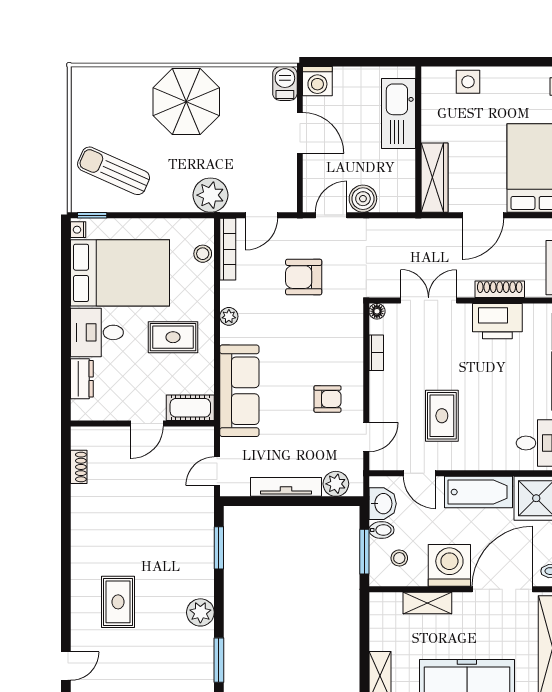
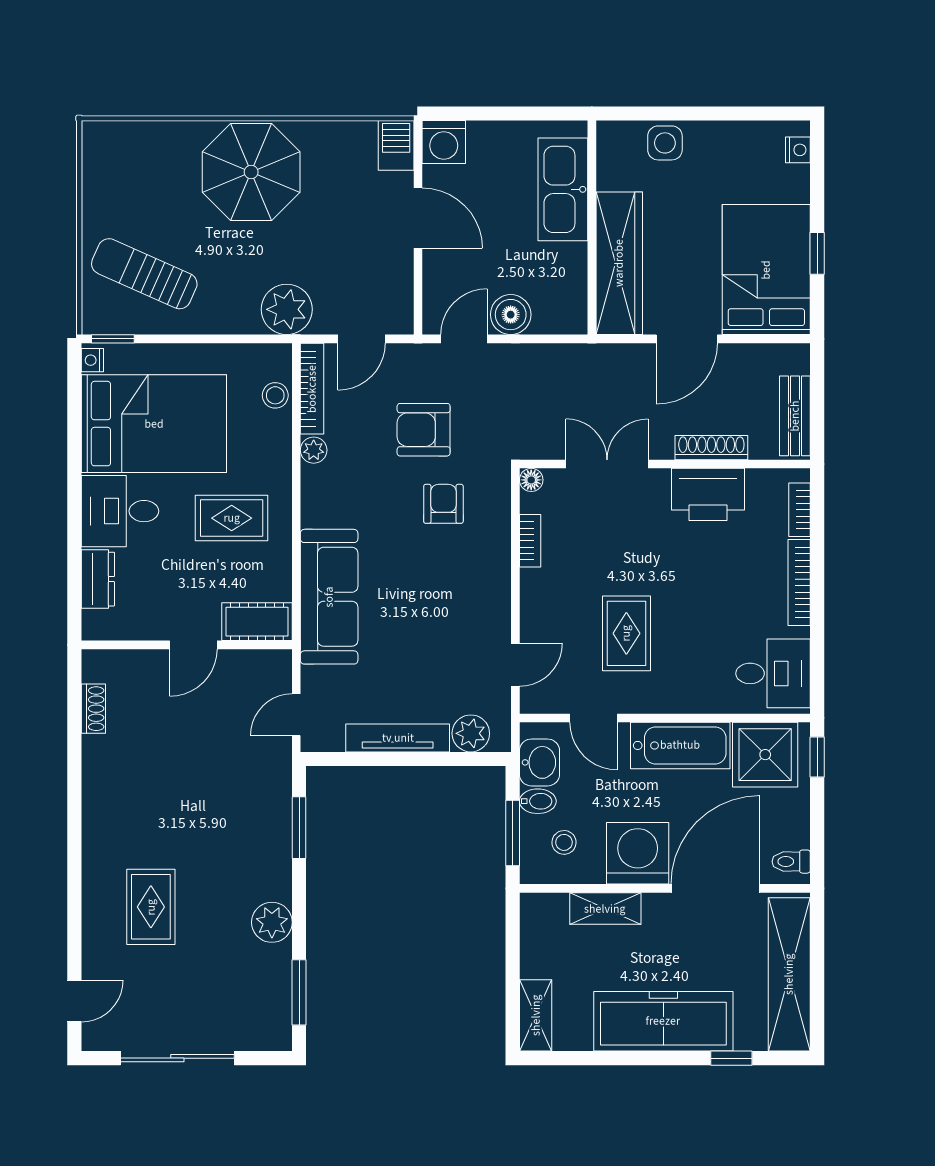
wardrobe: (435, 178) -> (619, 263), width x1.40, depth x1.17
plant: (229, 316) -> (314, 450), moved
armchair: (327, 399) -> (443, 504), moved, turned -90

